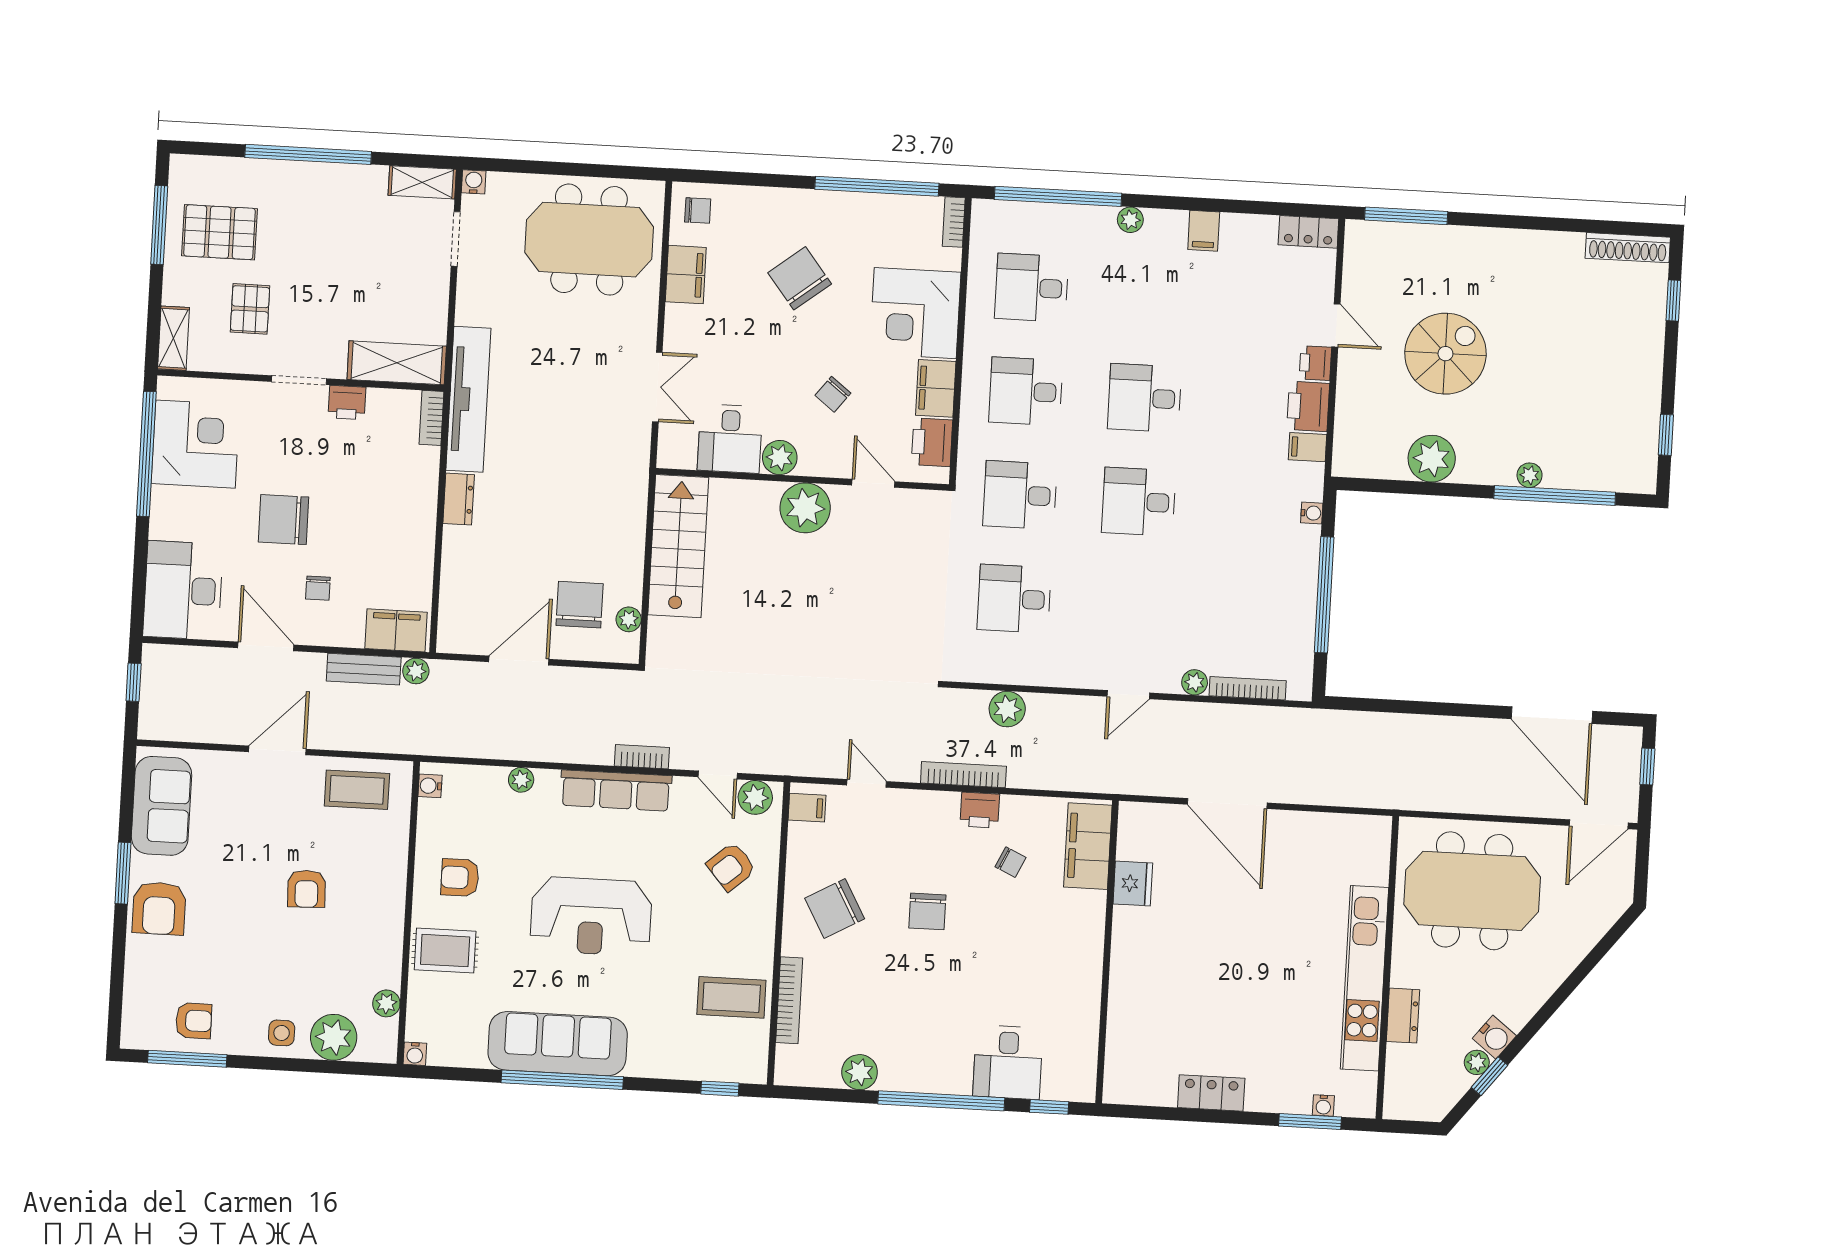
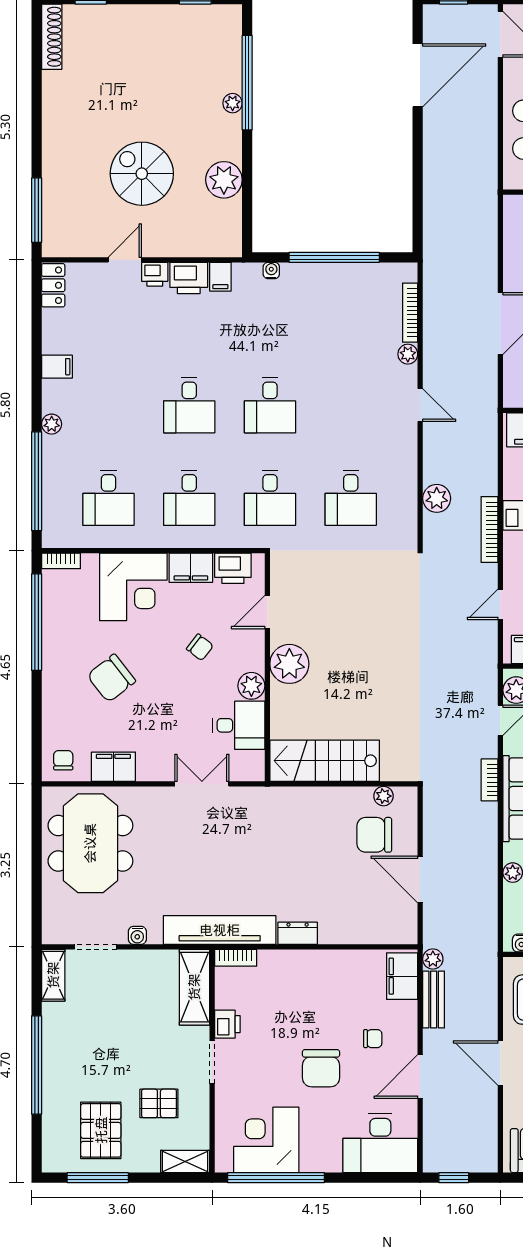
water cooler: (474, 182) -> (137, 935), moved, turned -90

